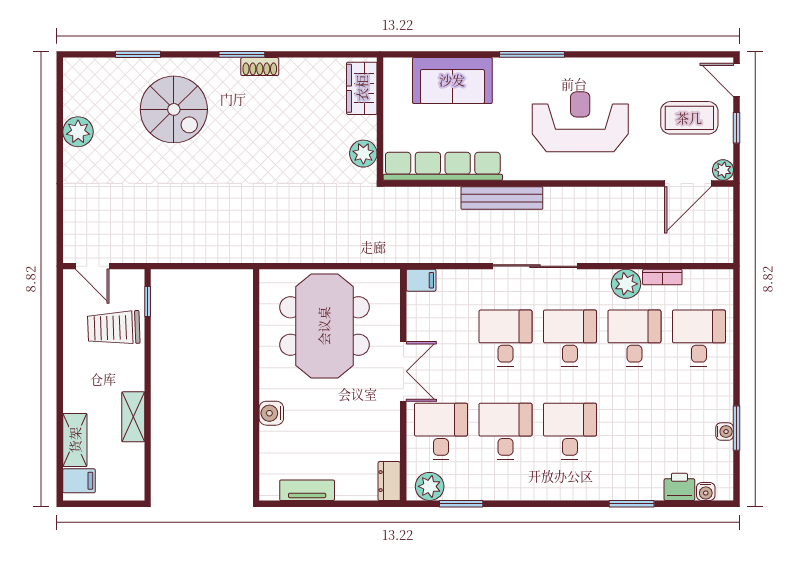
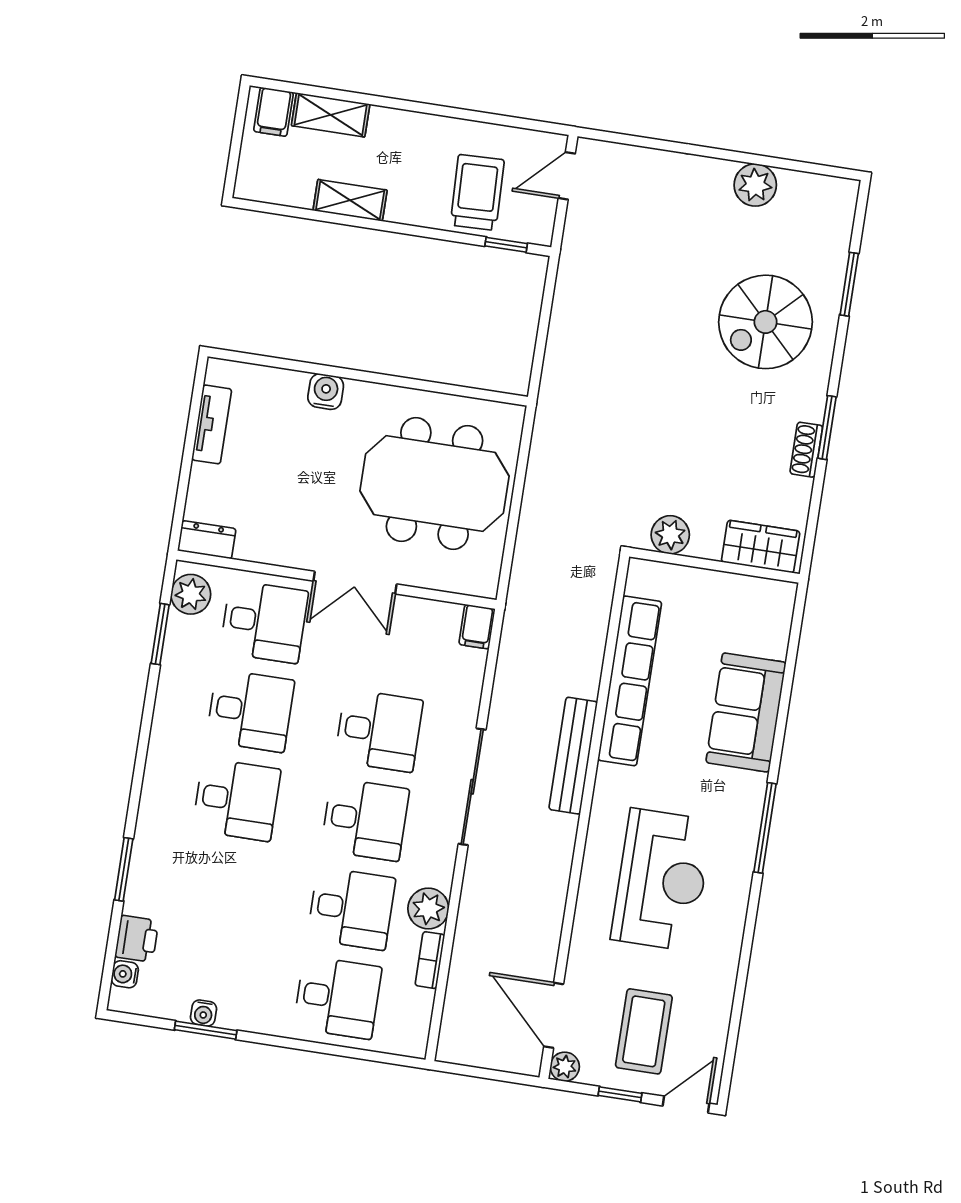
wardrobe: (362, 88) -> (761, 547), moved
wall: (380, 119) -> (714, 565), moved
plant: (363, 154) -> (670, 535), moved

